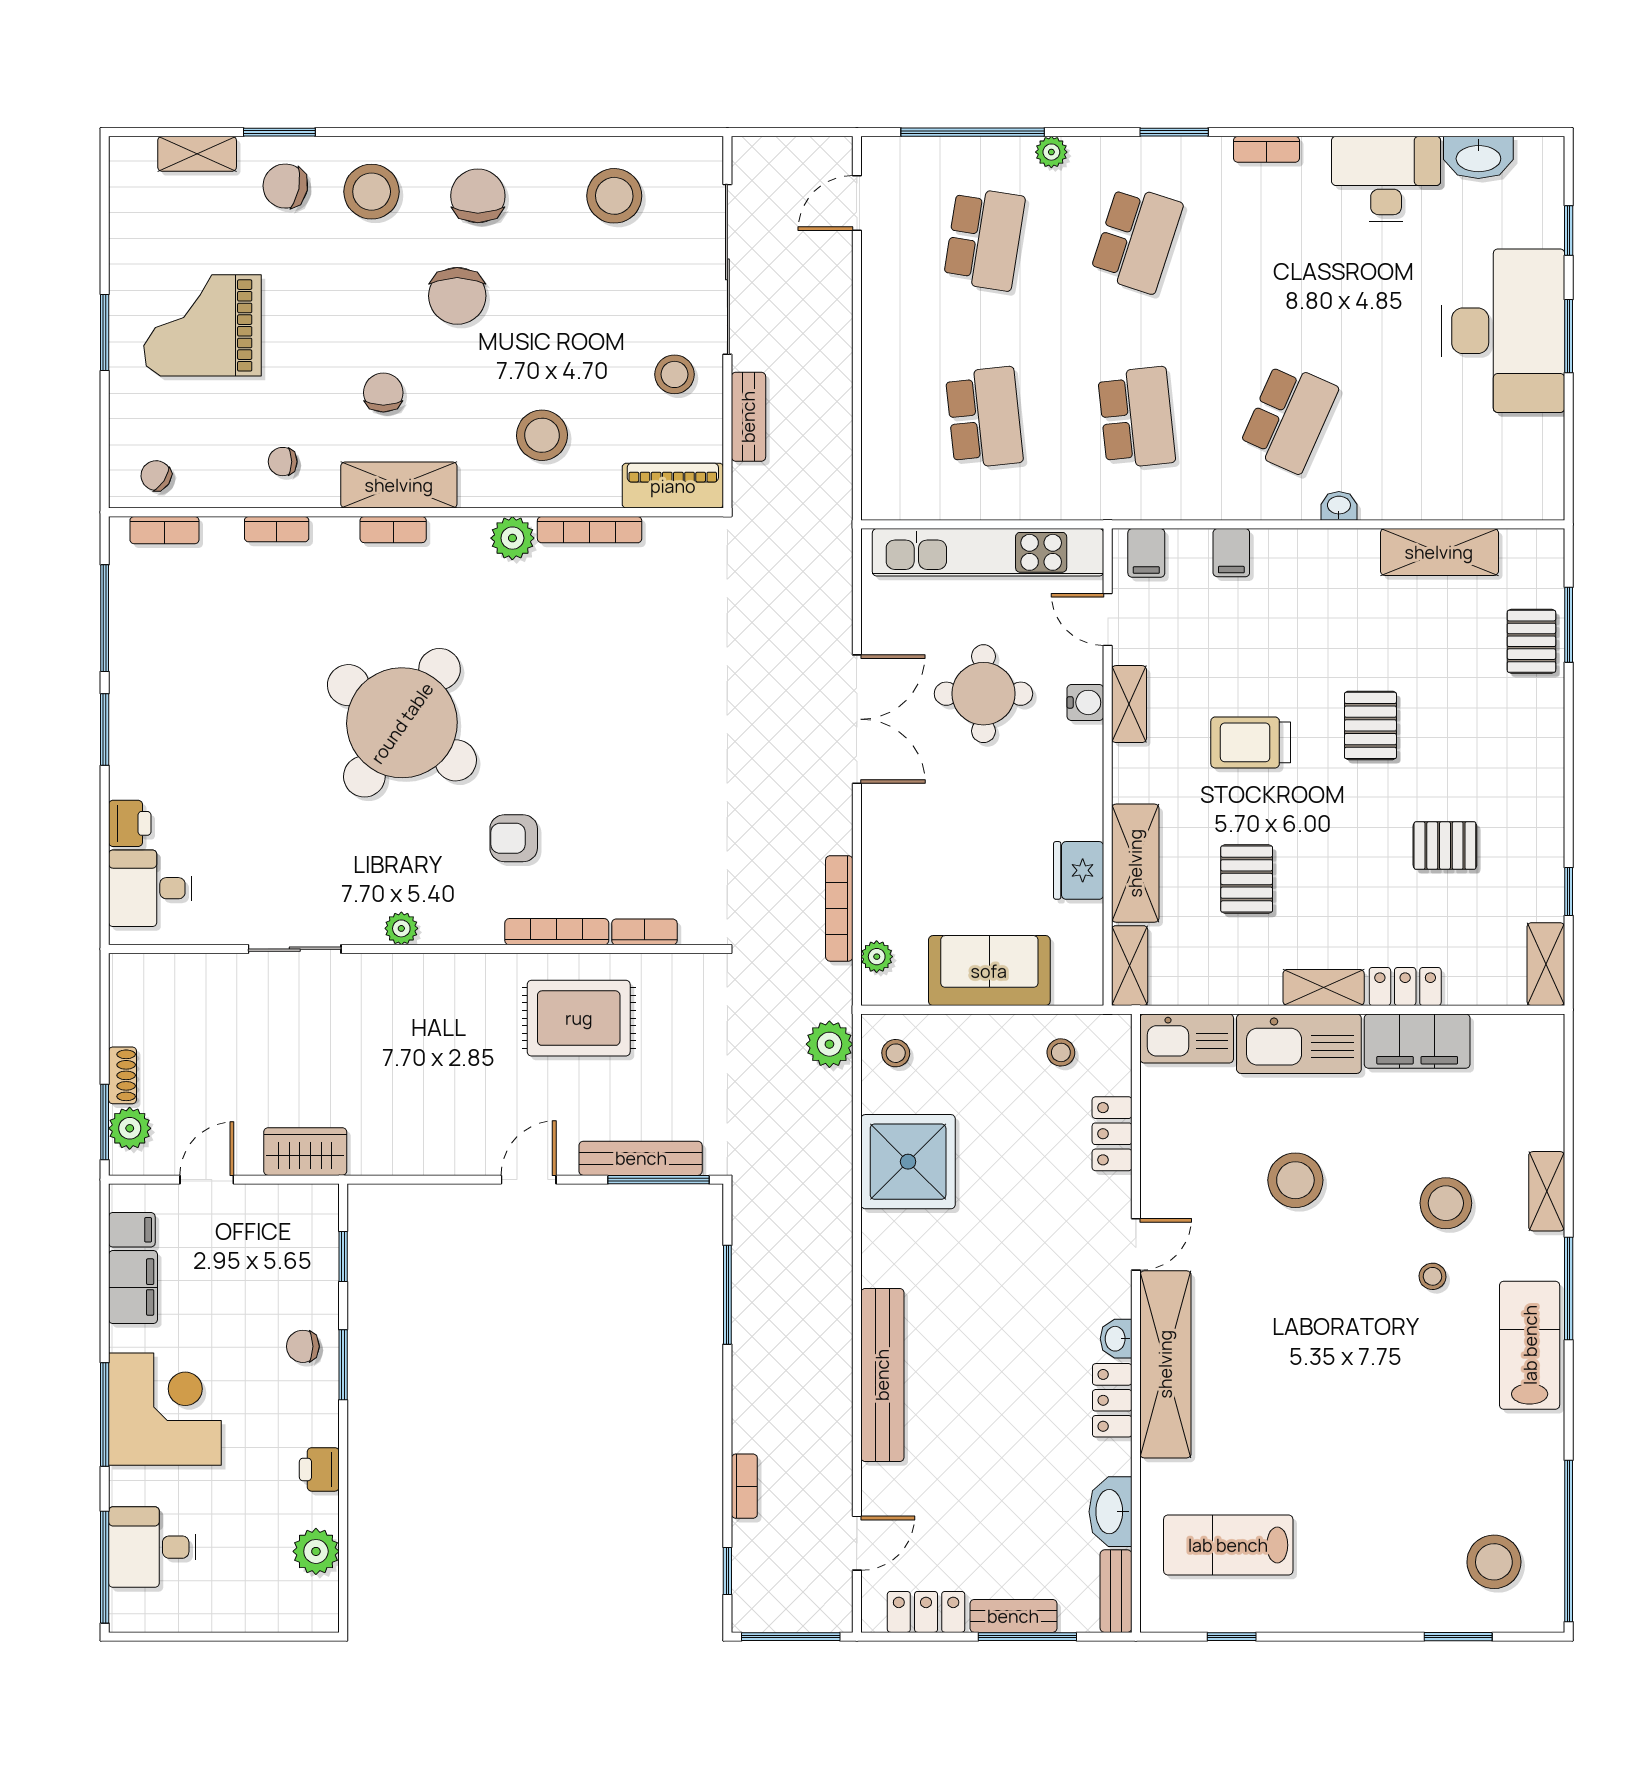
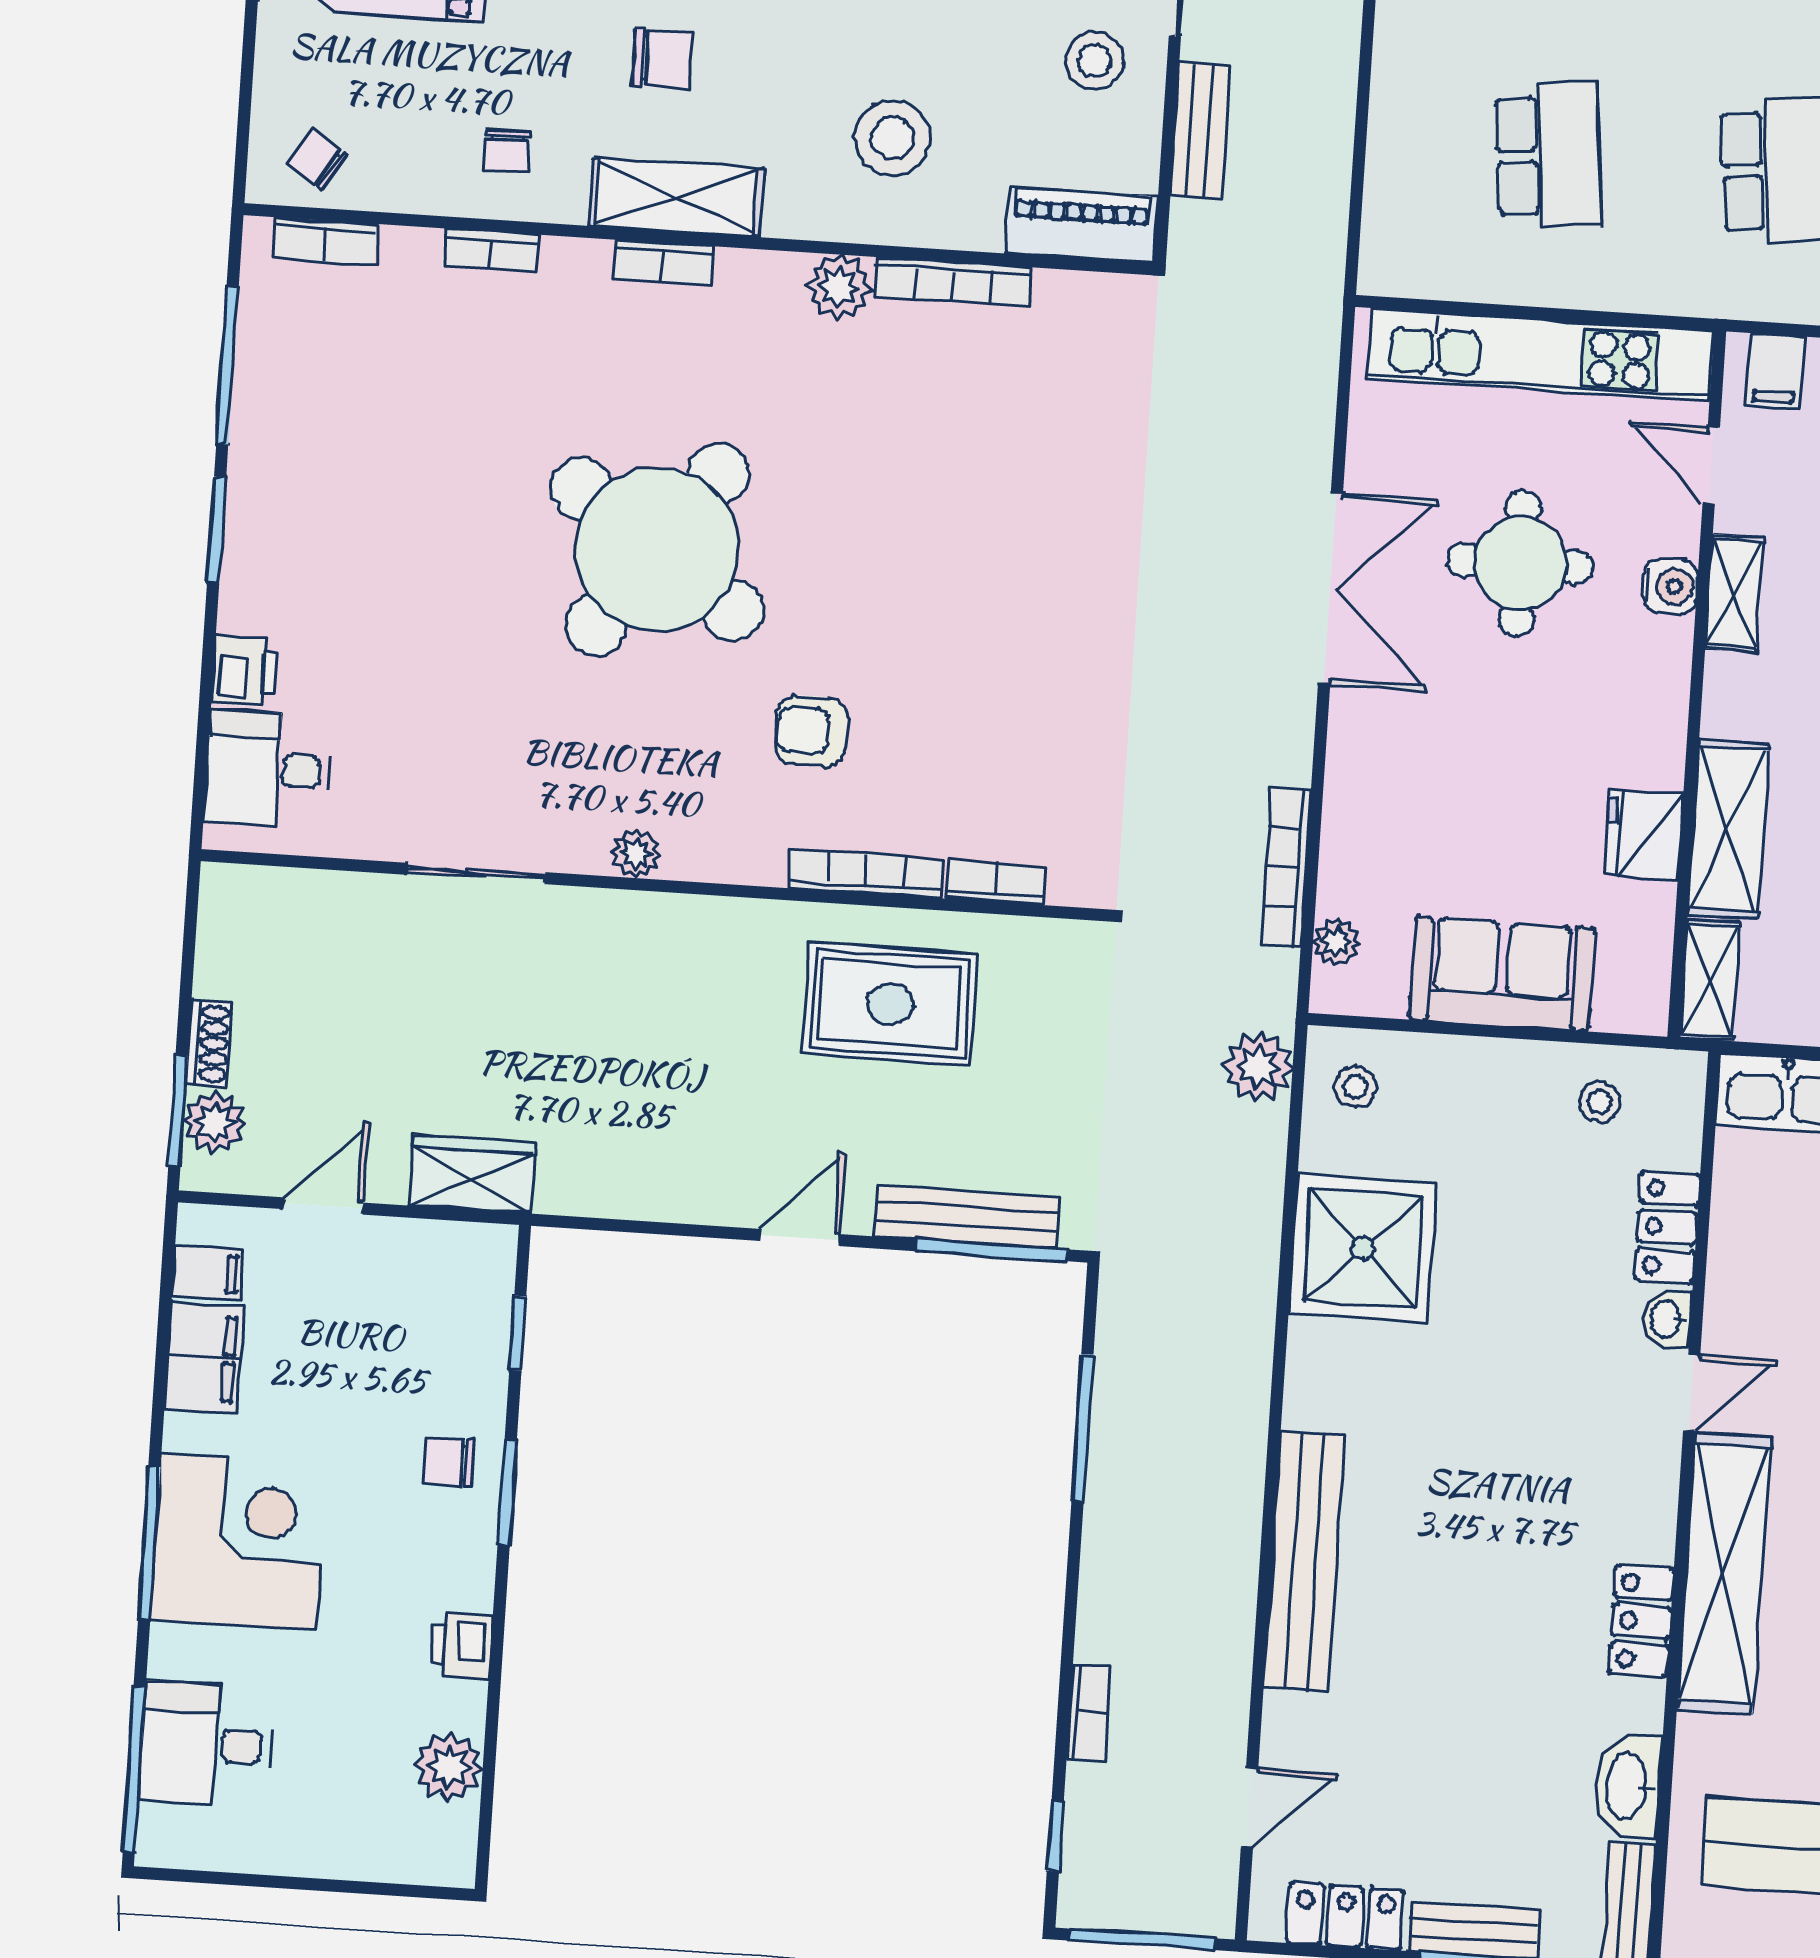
chair: (383, 393) -> (662, 59), turned 90
chair: (283, 462) -> (506, 151), turned -90
washbasin: (1116, 1339) -> (1667, 1319), moved

